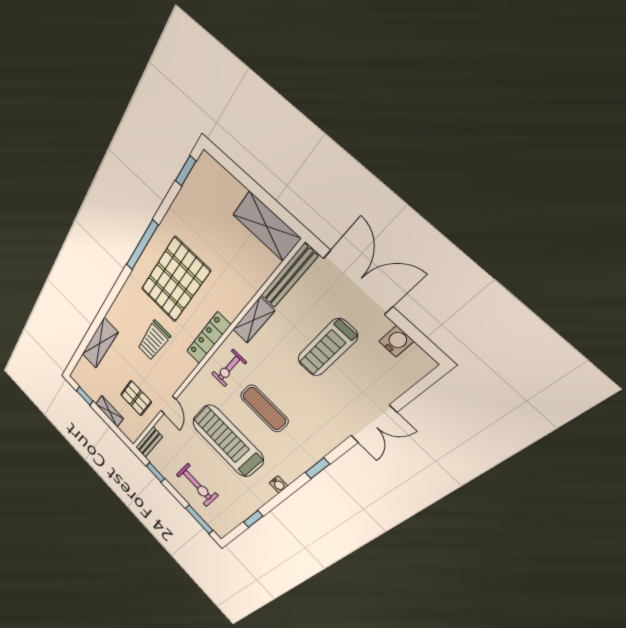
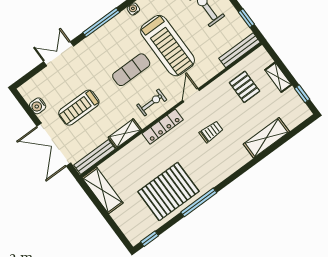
pallet: (175, 280) -> (168, 191), moved
trolley: (154, 341) -> (211, 132), width x0.73, depth x0.72
treadmill: (327, 348) -> (79, 108), turned 180
door: (168, 405) -> (191, 95), moved
exercise mat: (264, 408) -> (131, 70), turned 90
bench: (149, 442) -> (240, 50), width x1.36
window: (317, 468) -> (101, 22), width x2.17

